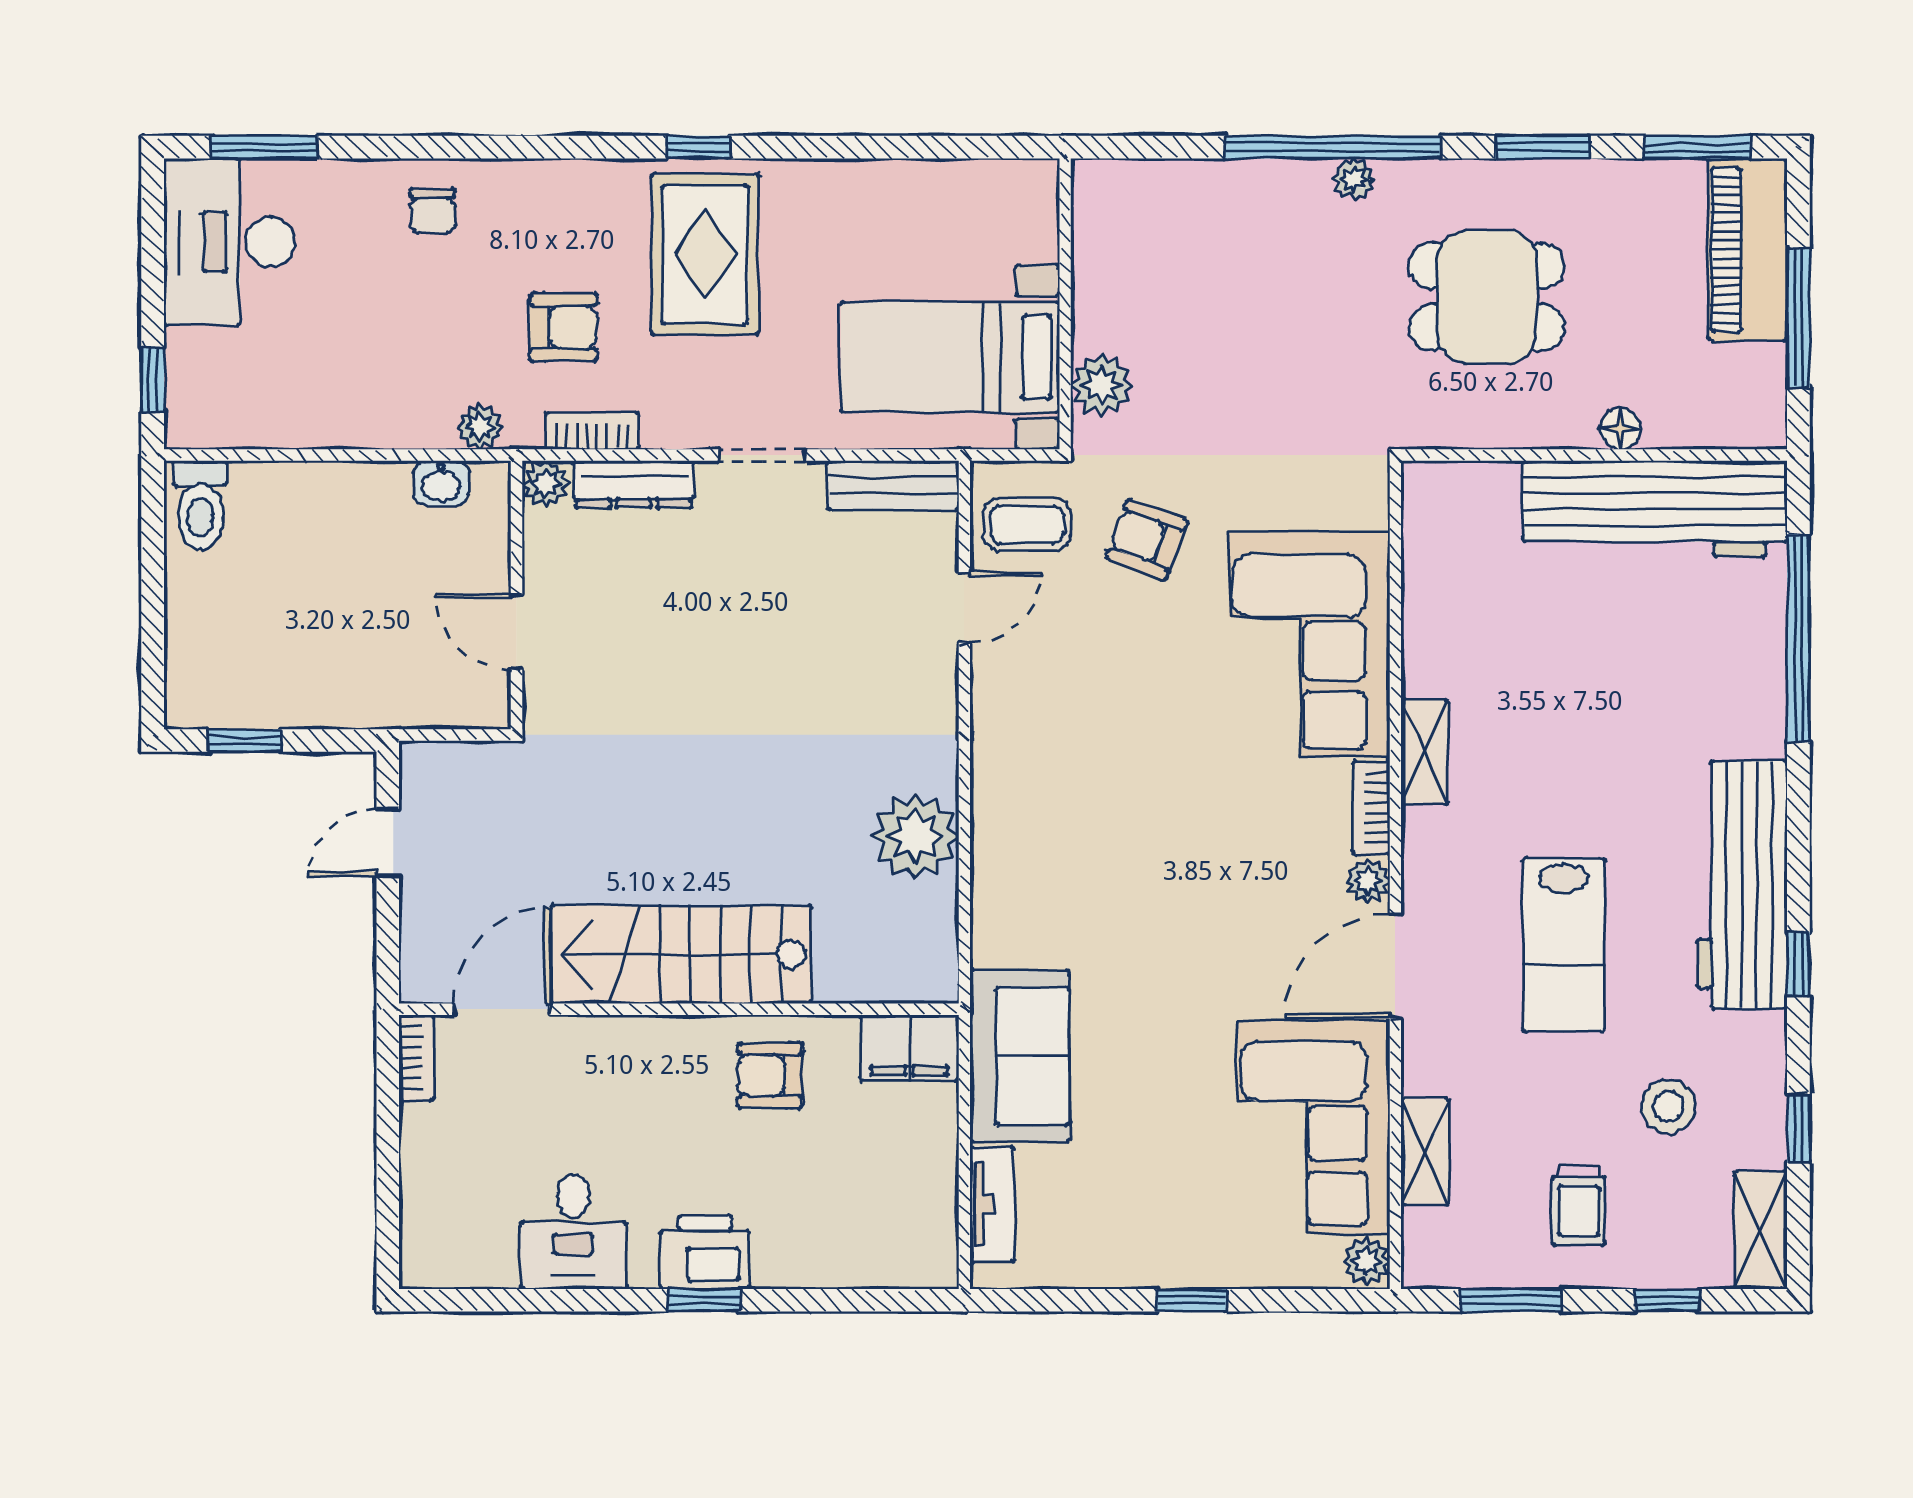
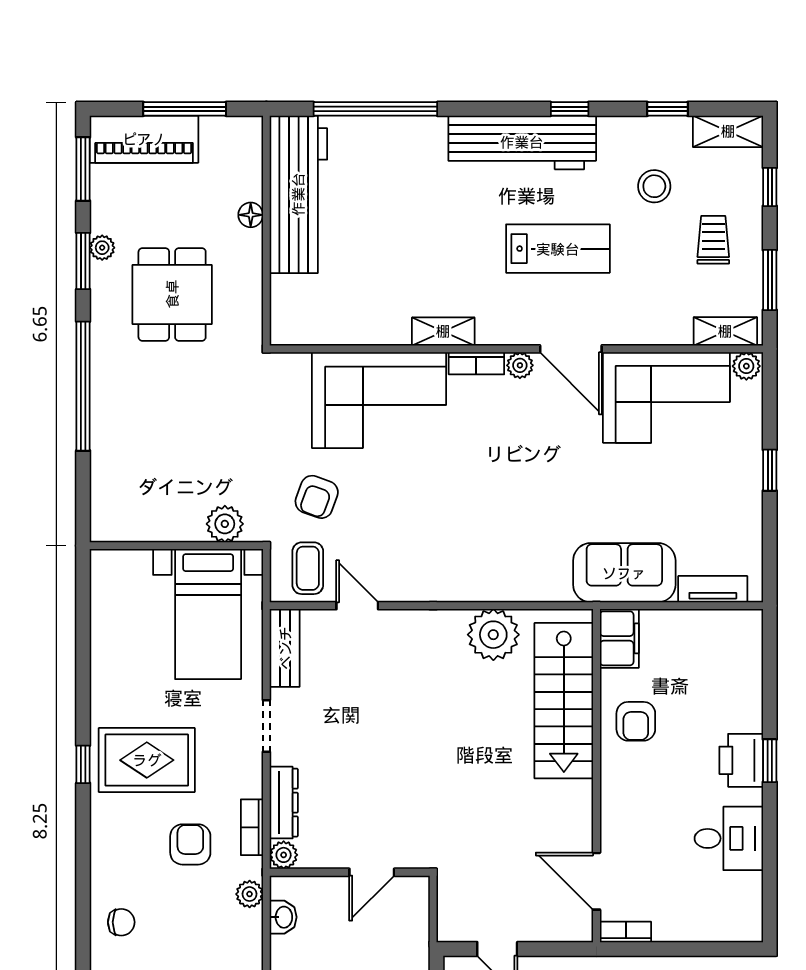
plant: (1354, 179) -> (102, 248), moved
stairs: (681, 954) -> (564, 701), moved
shelving: (1425, 1152) -> (725, 331), moved
trolley: (1579, 1205) -> (713, 240), turned -90

